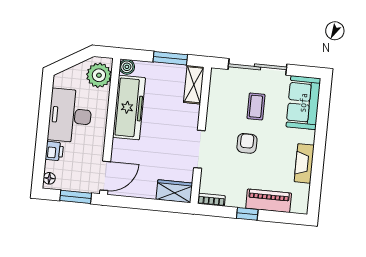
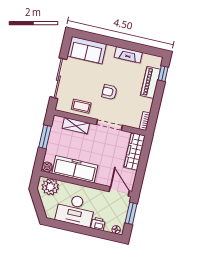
shelving: (194, 85) -> (76, 126), moved
coffee table: (256, 106) -> (81, 106), moved
wardrobe: (174, 191) -> (134, 151), width x1.50
window: (247, 214) -> (163, 74), moved

